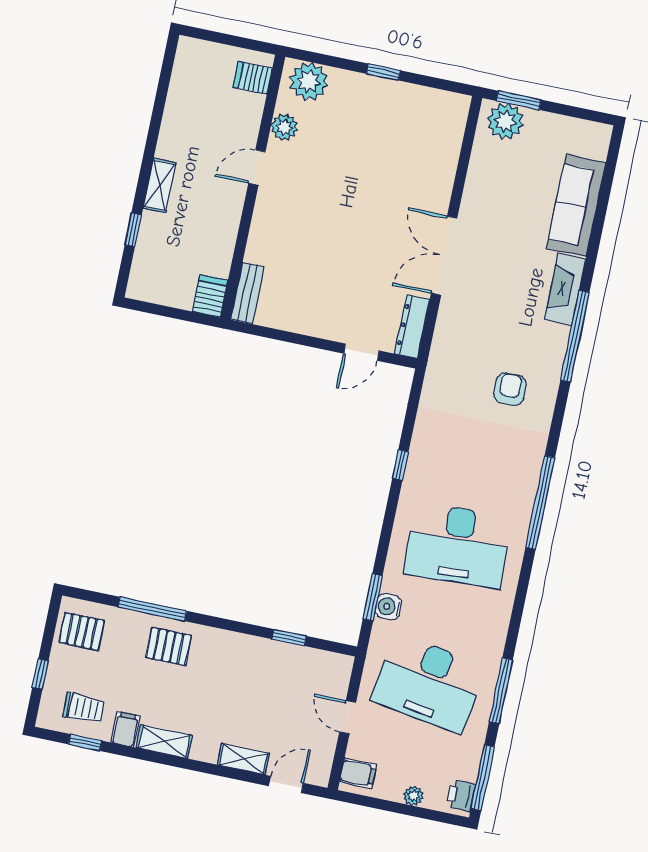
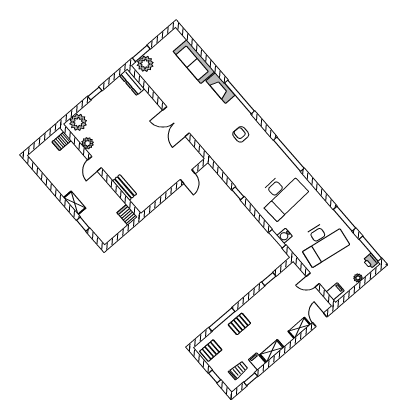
bench: (247, 293) -> (124, 187), moved
dresser: (412, 327) -> (132, 82), moved

